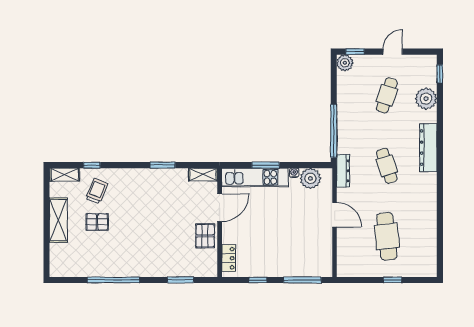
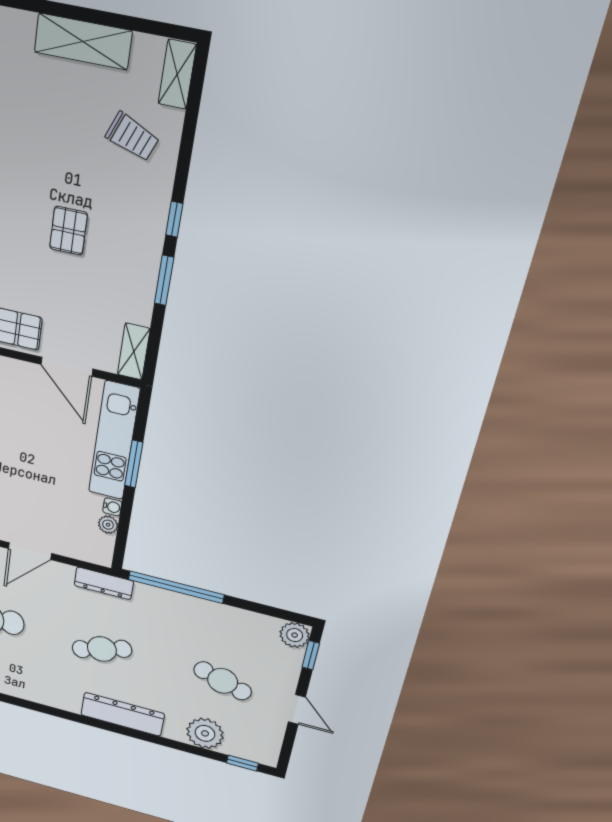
window: (92, 165) -> (174, 219), moved
plant: (310, 178) -> (108, 525), width x0.53, depth x0.53
pallet: (97, 222) -> (68, 231), moved

